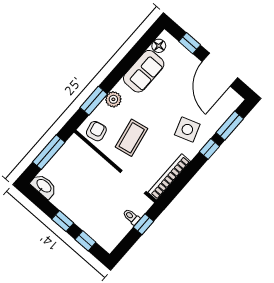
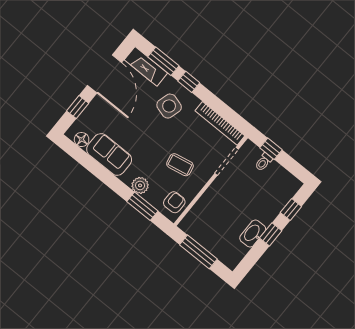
door: (220, 70) -> (105, 74), hinge flipped
fireplace: (226, 109) -> (146, 66), added
side table: (187, 129) -> (169, 106), turned 35
armchair: (96, 131) -> (174, 202), turned 103
coffee table: (132, 138) -> (180, 165), width x0.73, depth x0.77
washbasin: (44, 186) -> (253, 234), moved

